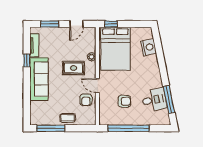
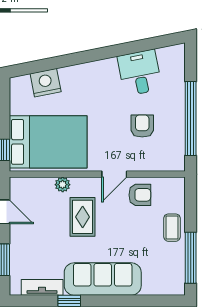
window: (169, 99) -> (139, 46), removed

